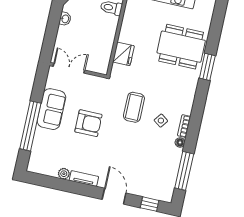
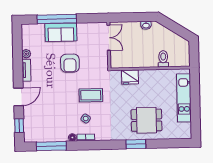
dining table: (181, 47) -> (147, 120), width x0.73
sofa: (51, 109) -> (61, 32), moved

